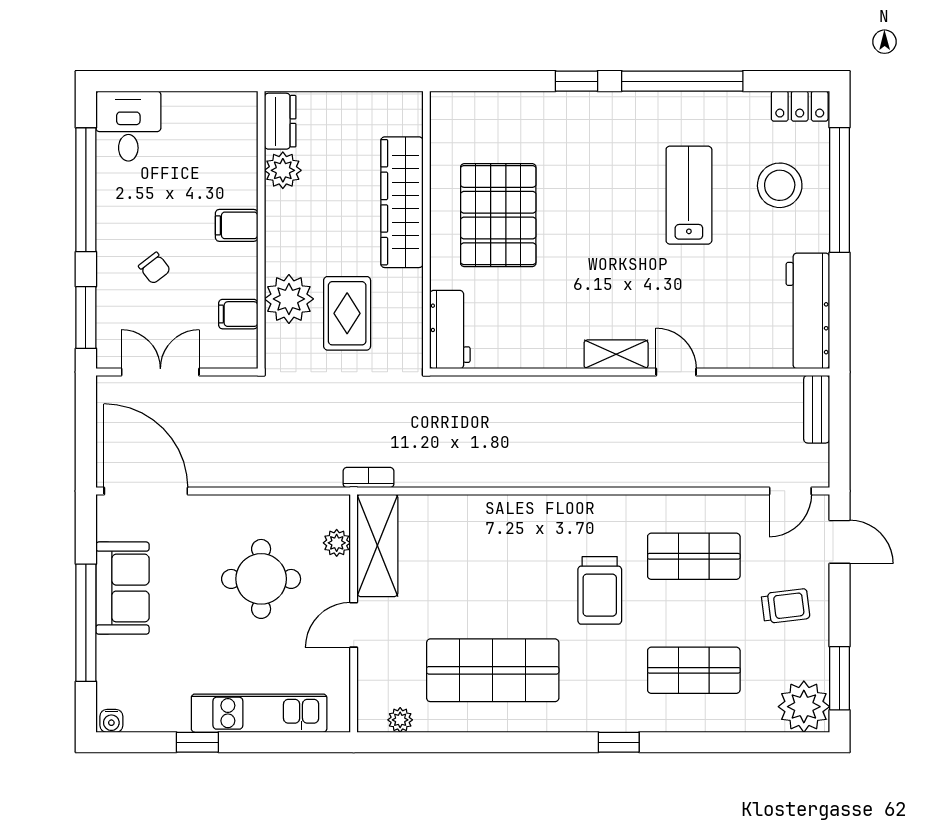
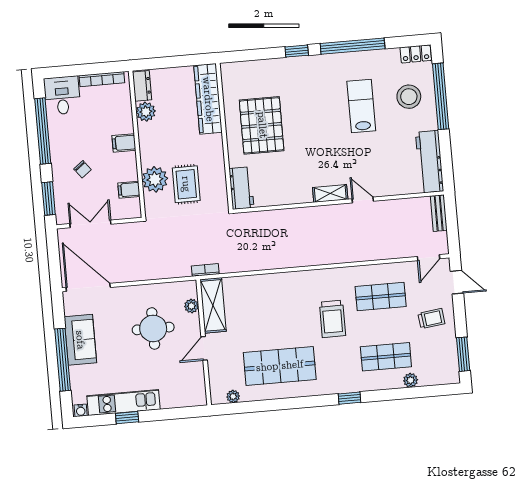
bookcase: (206, 102) -> (102, 79), added
wardrobe: (402, 202) -> (208, 99), moved
plant: (804, 707) -> (411, 380), moved, width x0.53, depth x0.53
kitchen unit: (259, 713) -> (124, 402), moved

